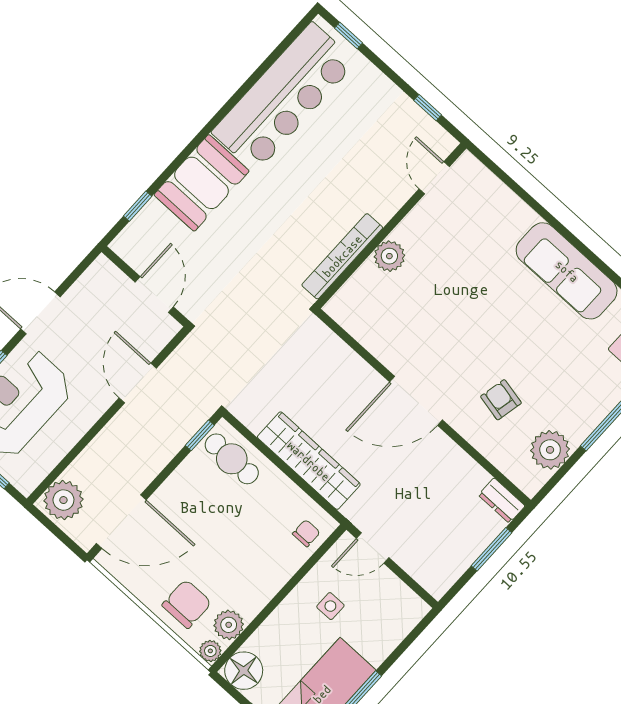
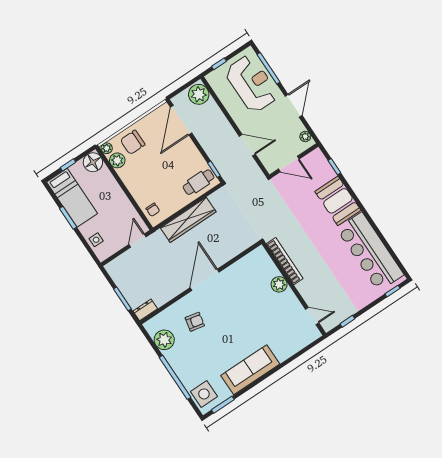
plant: (94, 276) -> (305, 136), added
chair: (187, 604) -> (133, 142), turned 90
side table: (330, 606) -> (96, 240), moved

